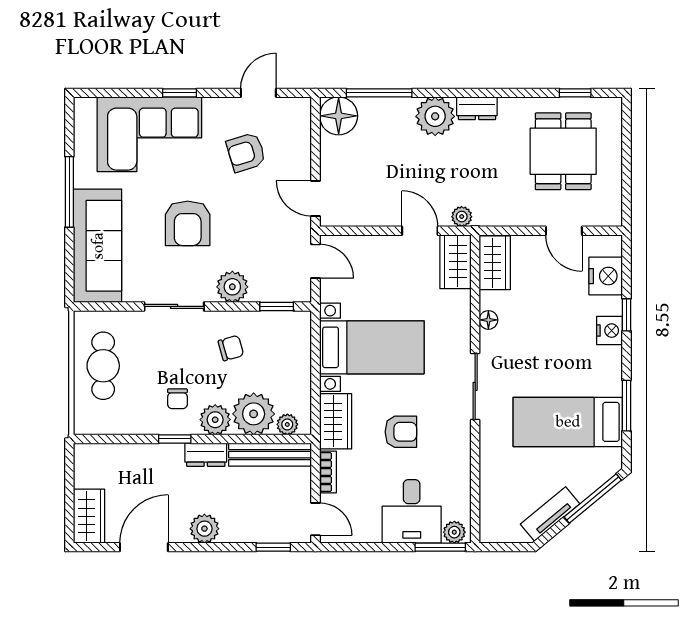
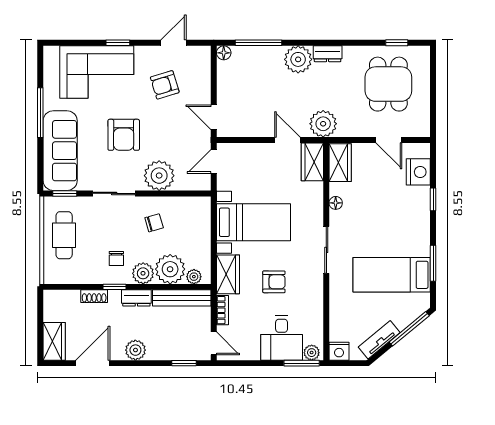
floor lamp: (339, 116) -> (224, 53), width x0.53, depth x0.53
plant: (462, 217) -> (323, 124), width x1.88, depth x1.88
door: (316, 261) -> (214, 162), swing flipped
plant: (232, 287) -> (159, 176), width x1.36, depth x1.36
window: (277, 306) -> (65, 193), moved
nightstand: (610, 331) -> (339, 351), moved, turned 90
shoe rack: (146, 452) -> (94, 296), added

